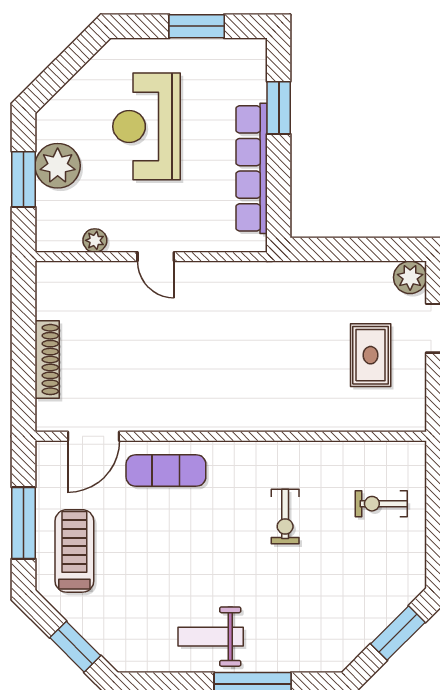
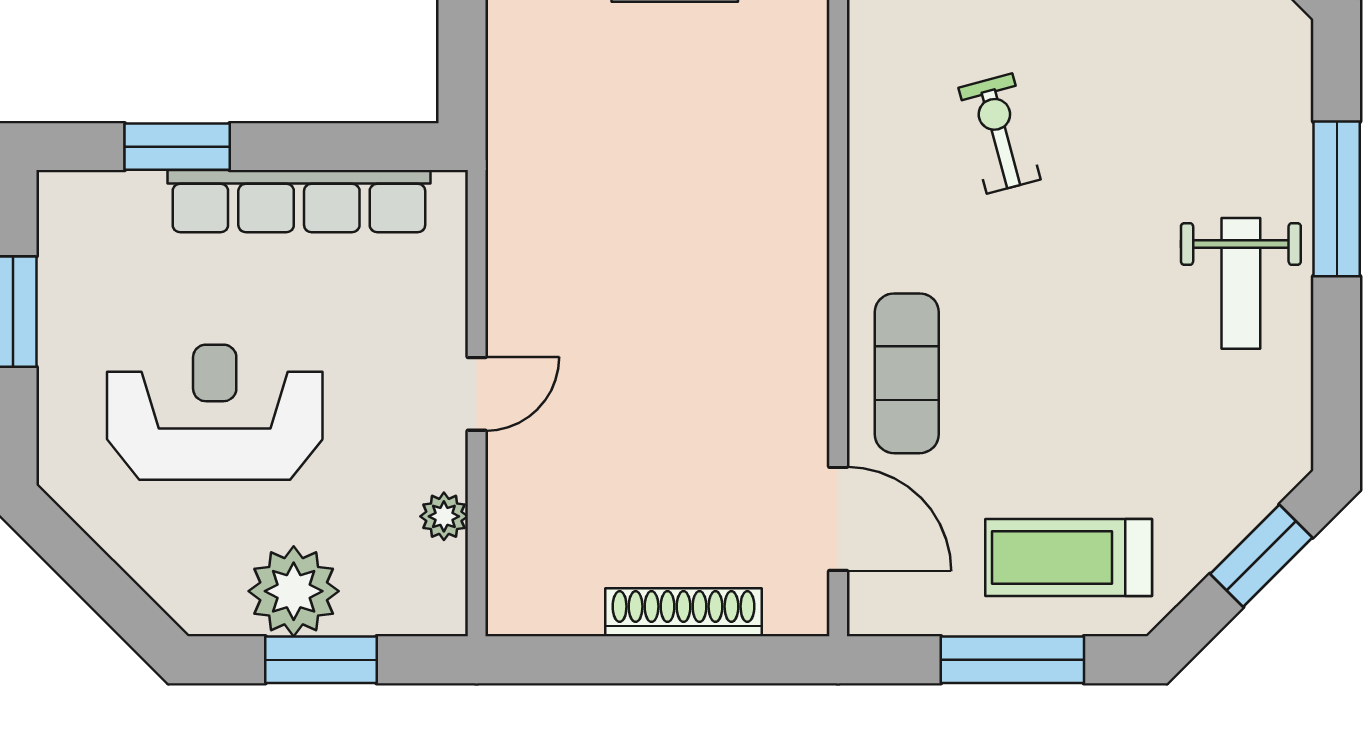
reception desk: (147, 126) -> (215, 412), turned 180
exercise bike: (285, 517) -> (1000, 134), turned -105

